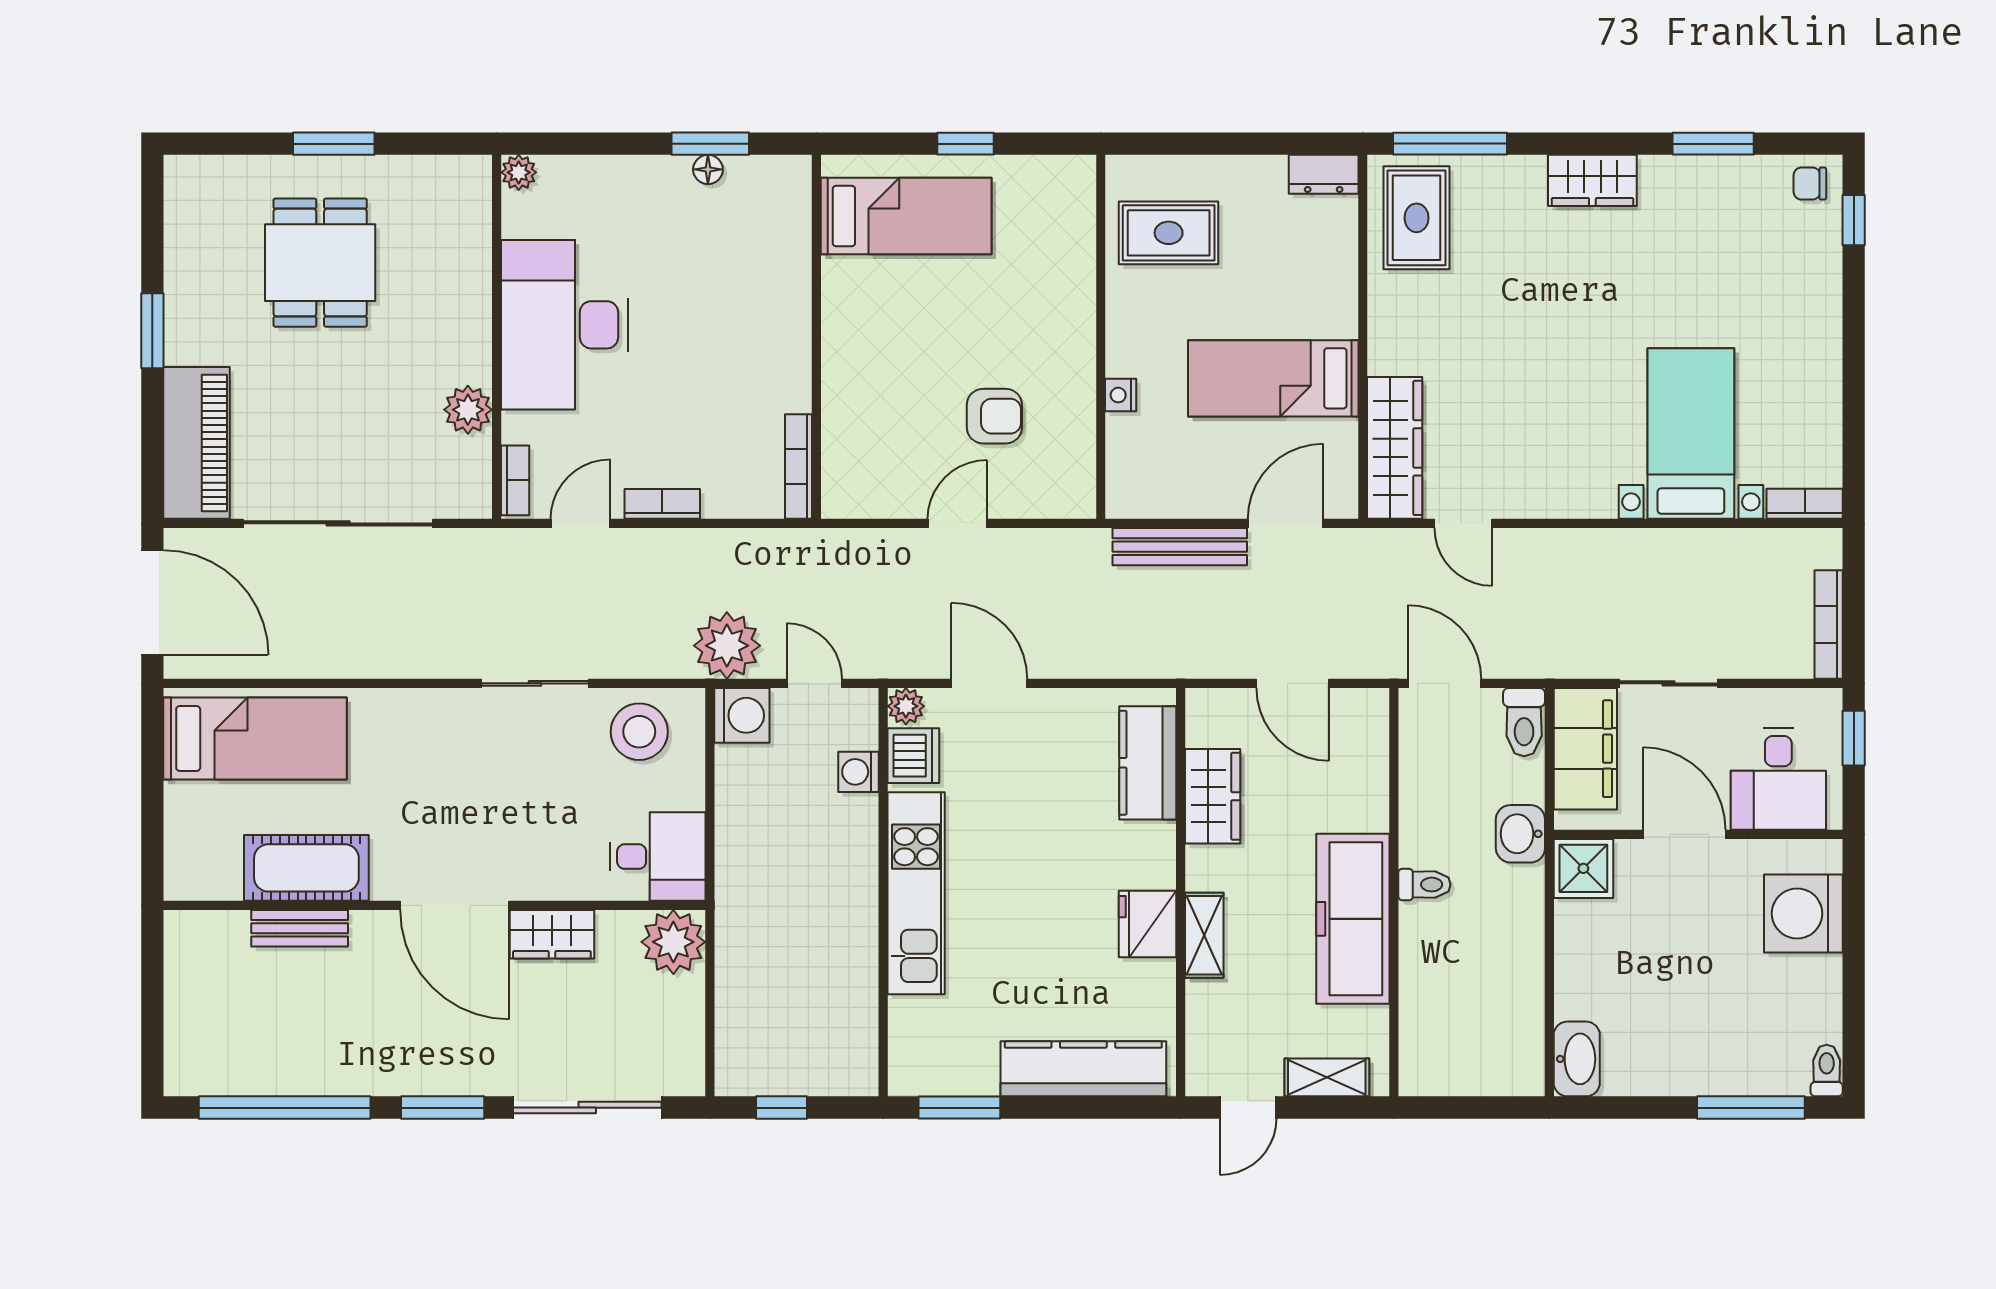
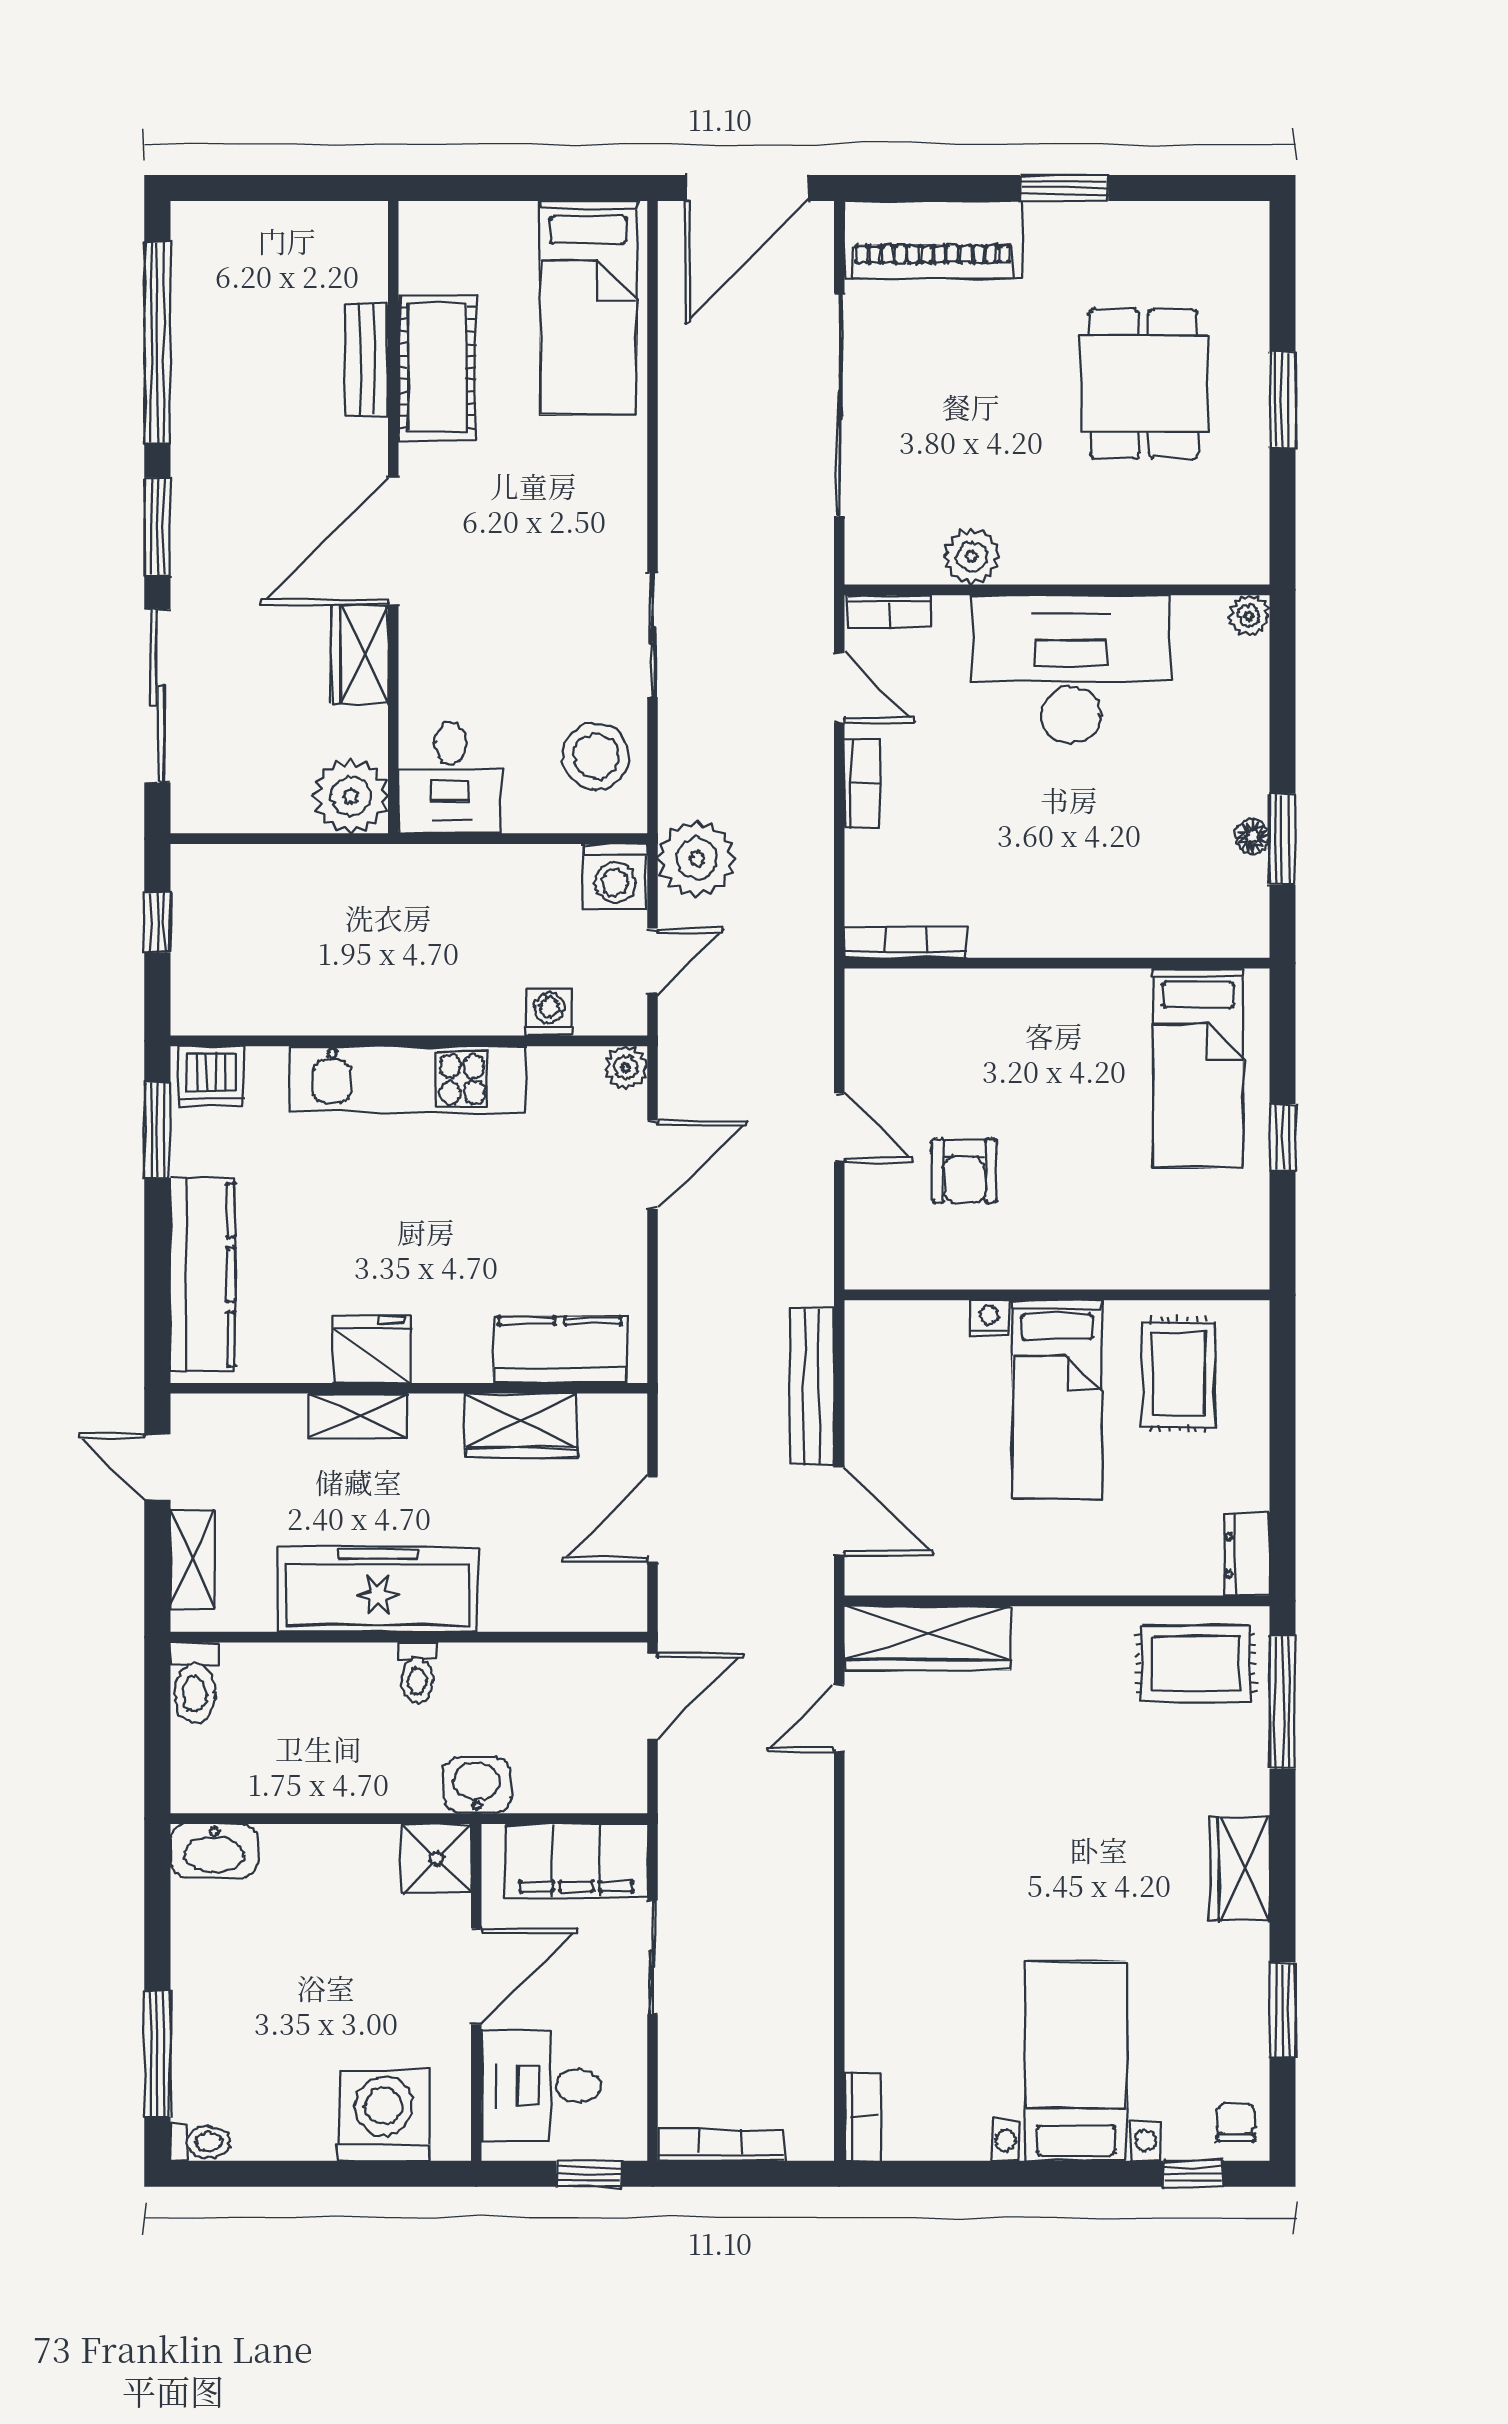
dining table: (320, 263) -> (1144, 384), turned 90
bed: (1273, 378) -> (1057, 1399), moved, turned 180
bed with nightstands: (1691, 434) -> (1076, 2061), moved, turned -90
toilet: (1524, 722) -> (195, 1682), moved, turned -90
dishwasher: (913, 756) -> (211, 1076), moved

